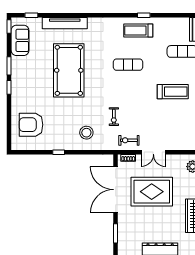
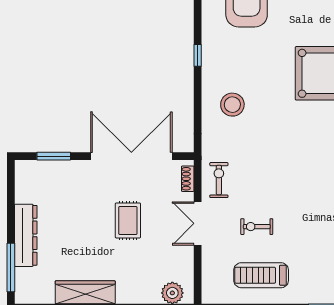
treadmill: (173, 92) -> (261, 275), moved, turned 90
exercise bike: (114, 117) -> (257, 227), moved
rug: (152, 192) -> (128, 220), width x0.54, depth x0.49

